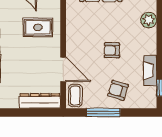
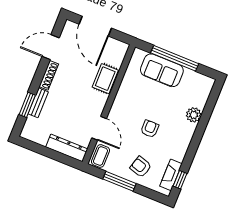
rug: (38, 27) -> (105, 79), moved, turned 90
armchair: (112, 50) -> (150, 129), turned 90
fireplace: (150, 71) -> (171, 175), moved

